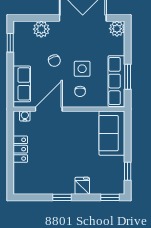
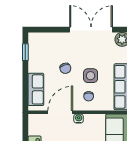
plant: (41, 29) -> (54, 40), removed
water cooler: (25, 116) -> (79, 119), moved

